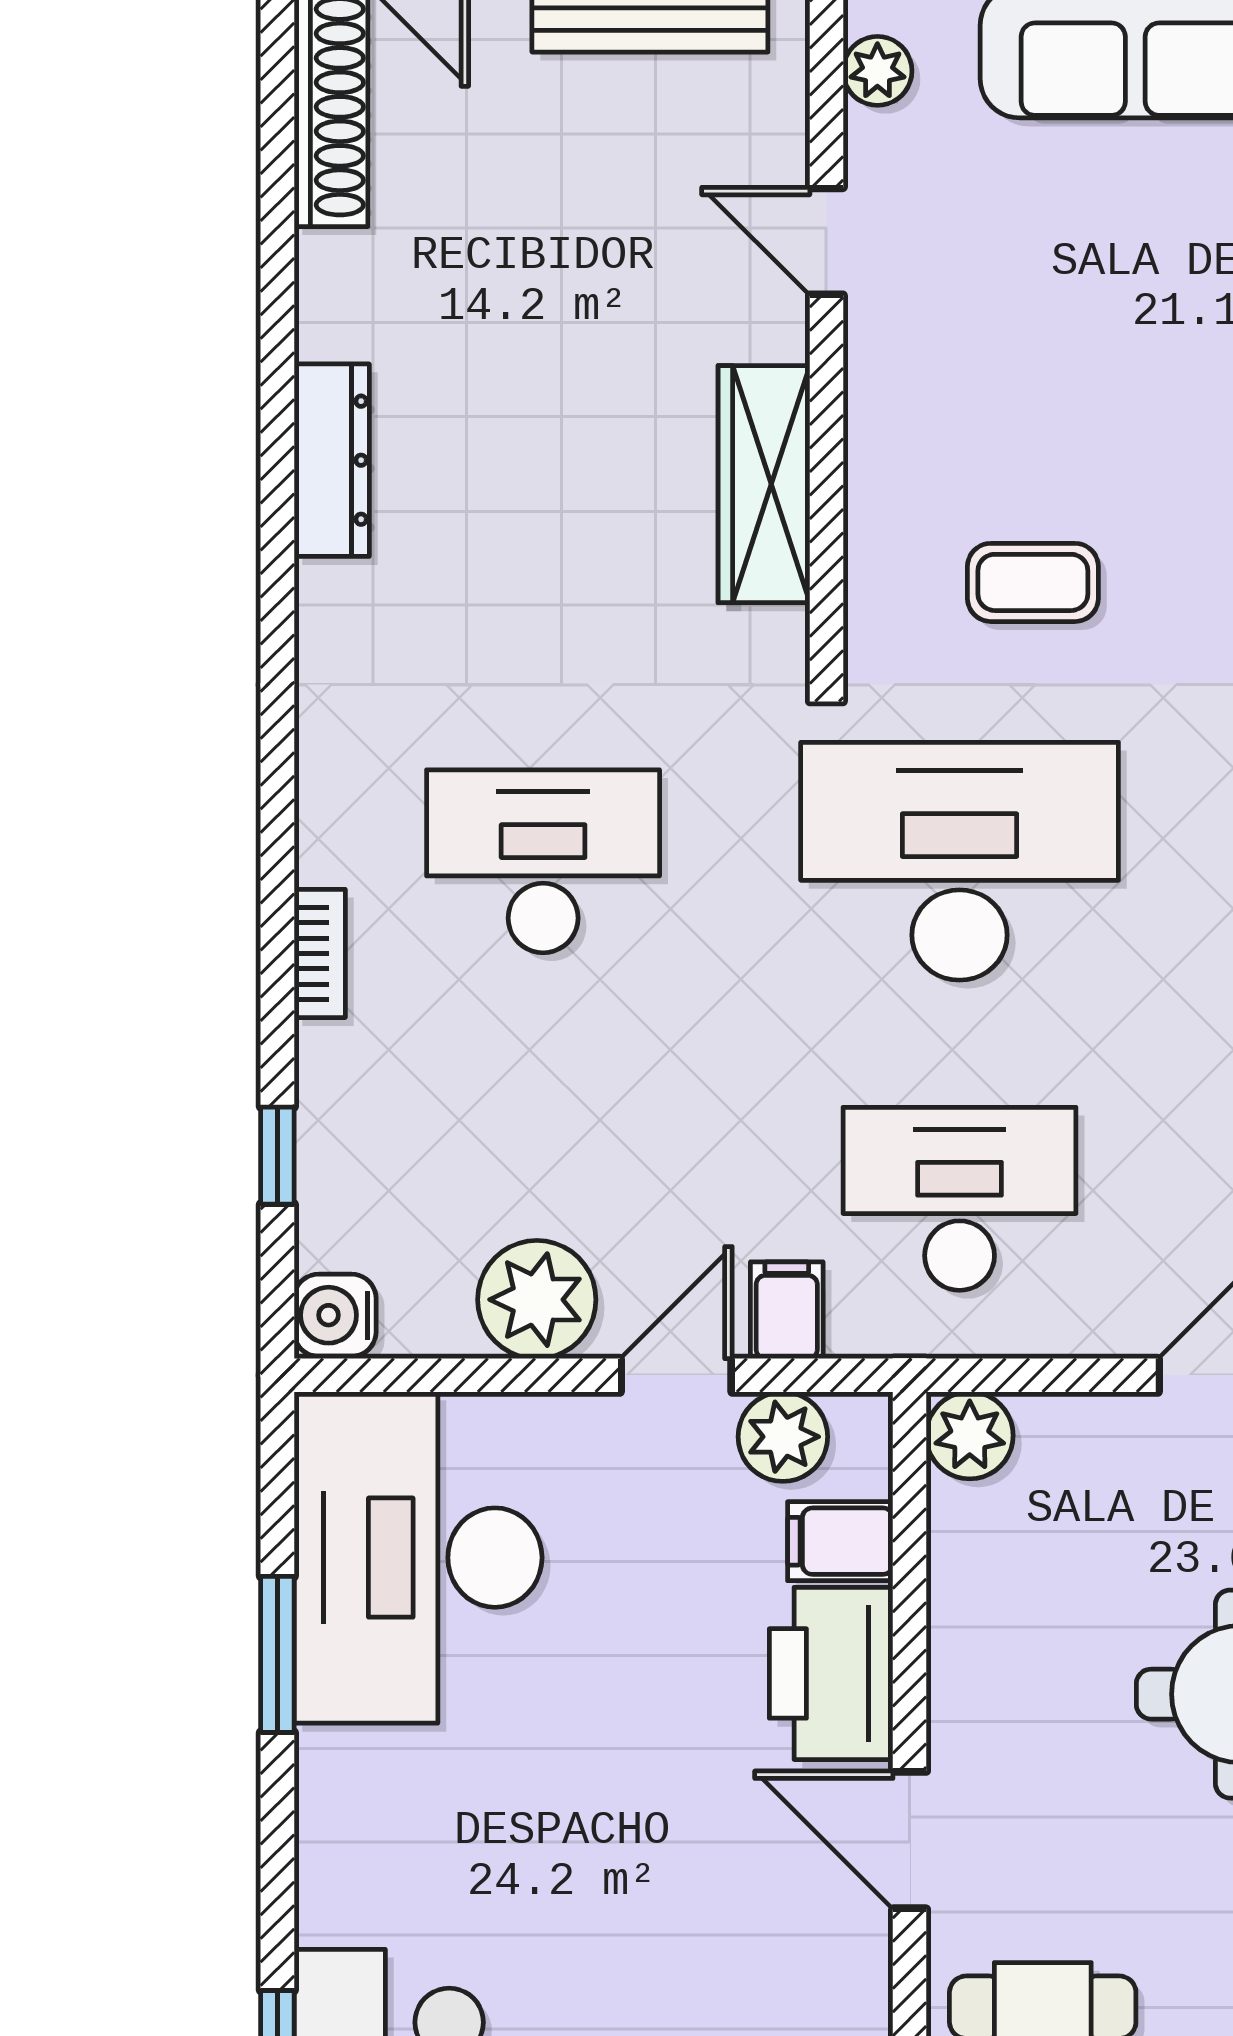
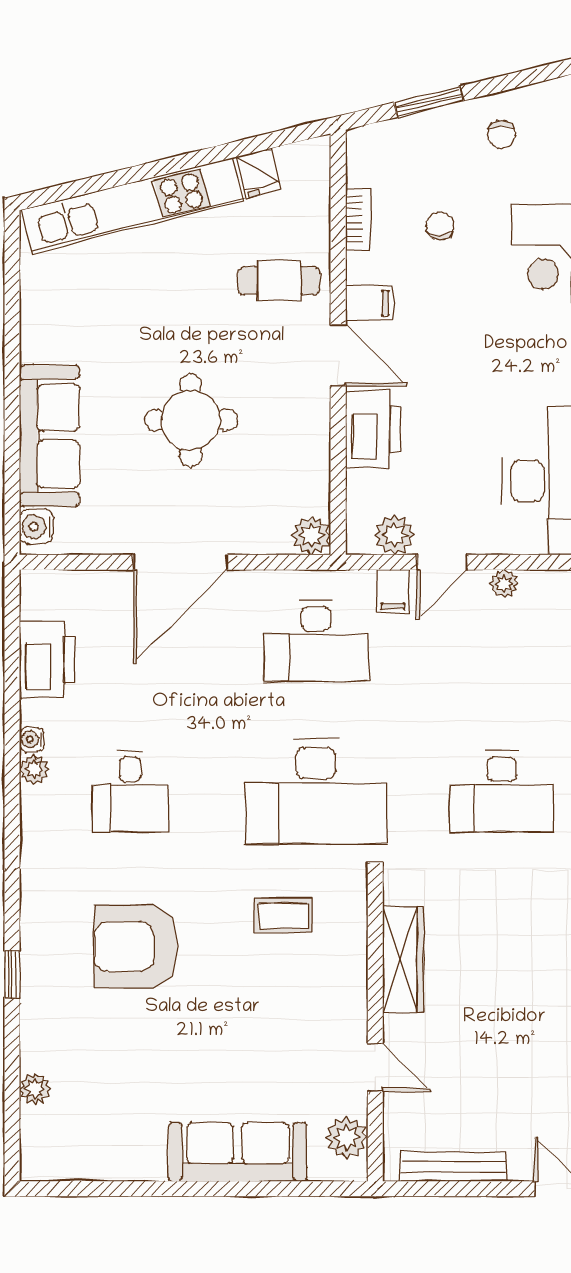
plant: (877, 71) -> (347, 1138), width x1.38, depth x1.38
plant: (537, 1300) -> (504, 584), width x0.53, depth x0.53
filing cabinet: (840, 1541) -> (369, 303), moved

